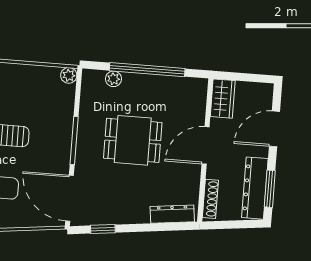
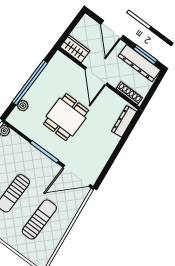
window: (103, 229) -> (107, 168), removed

